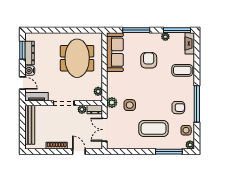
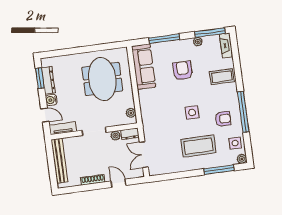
plant: (112, 103) -> (148, 123), removed
side table: (130, 105) -> (192, 112), moved

